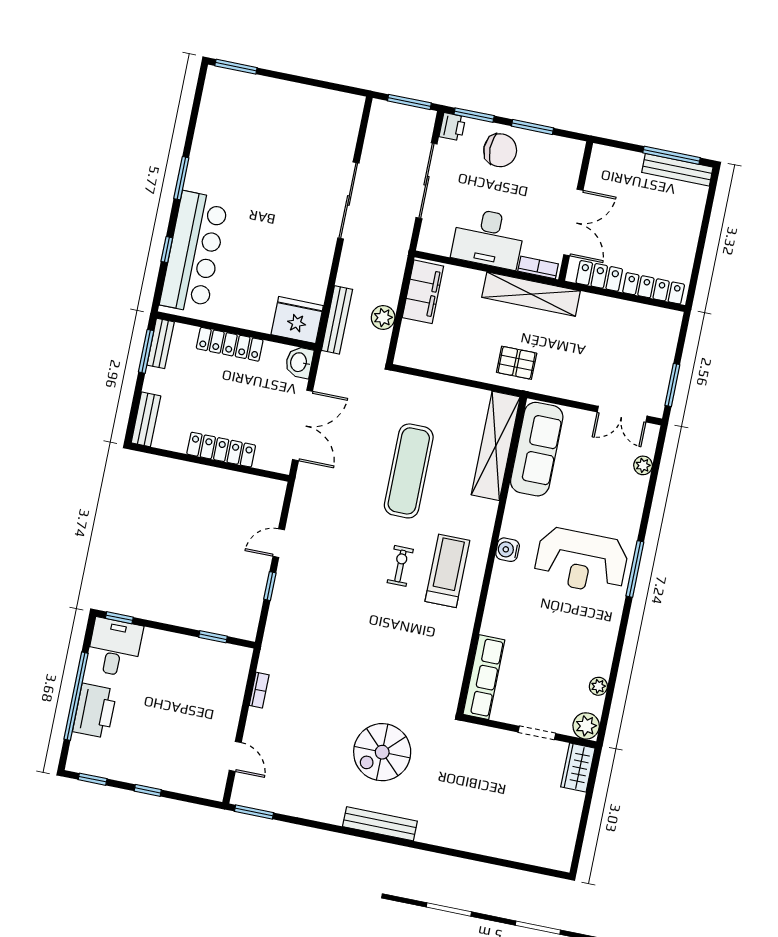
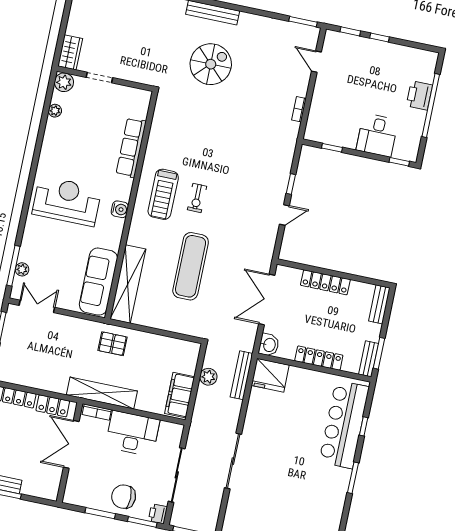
window: (635, 569) -> (13, 266), moved
desk: (115, 647) -> (377, 135), moved
row of seats: (484, 677) -> (131, 148), moved
printer: (95, 711) -> (419, 95), width x0.73, depth x0.84
window: (93, 779) -> (350, 31), moved

